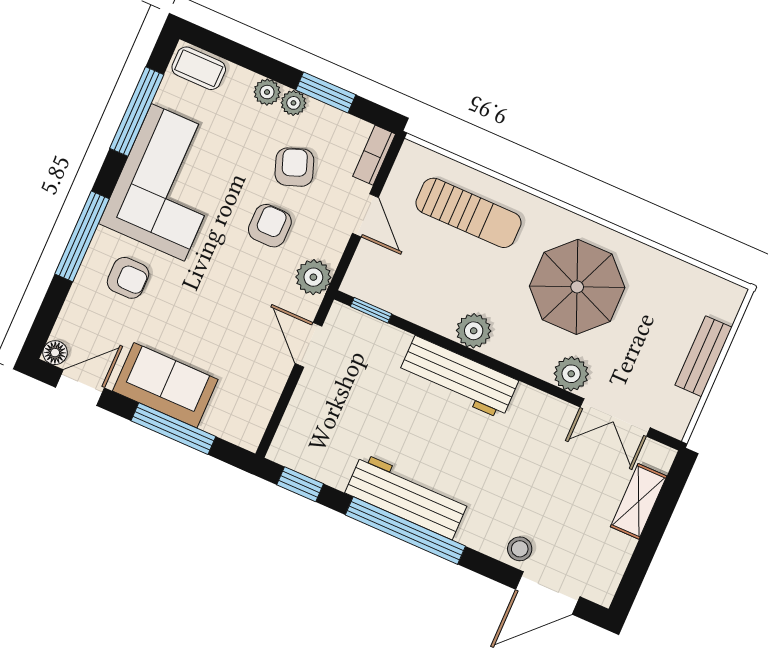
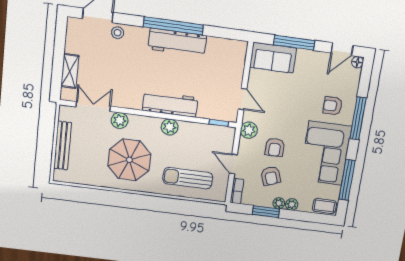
bench: (704, 356) -> (63, 146), width x1.36
sofa: (165, 385) -> (273, 58), moved
window: (300, 484) -> (228, 34), removed

